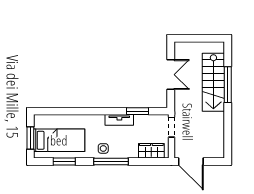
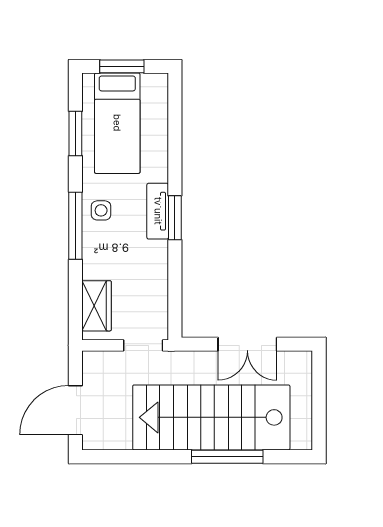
stairs: (213, 82) -> (211, 417), width x1.36, depth x1.51
window: (138, 111) -> (175, 218), moved
tv unit: (119, 120) -> (158, 211), moved
door: (191, 161) -> (75, 410), moved

